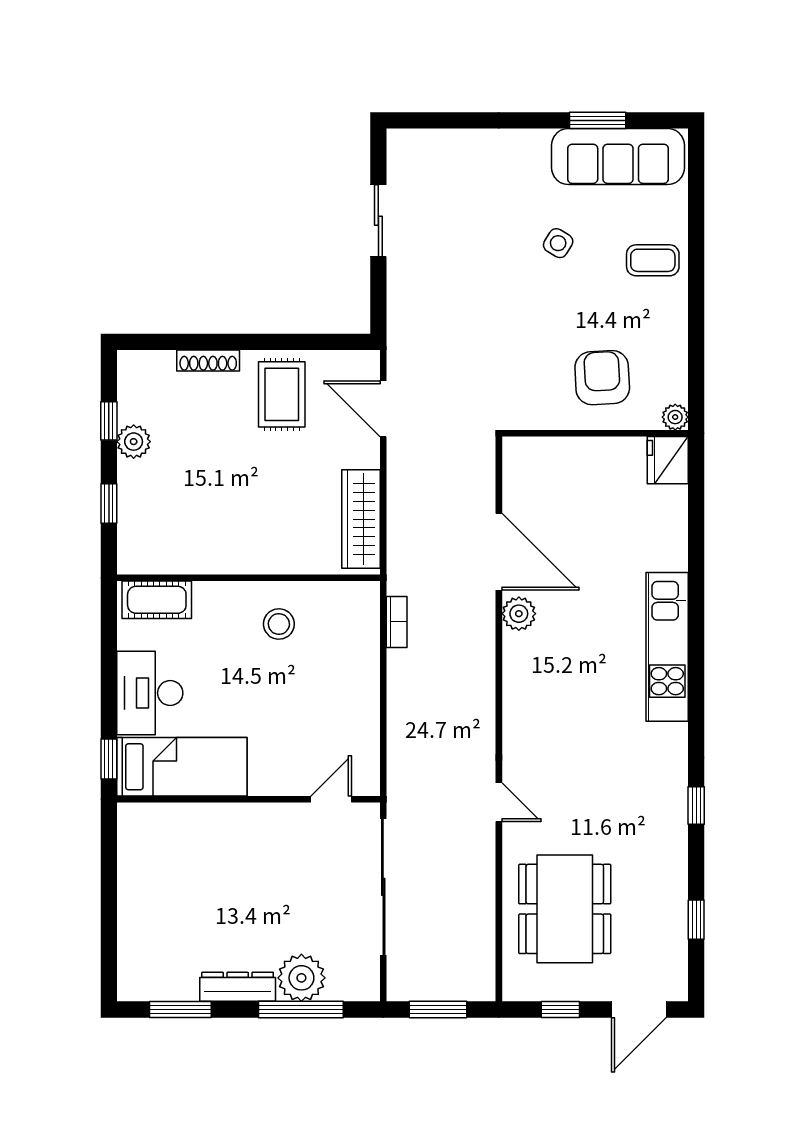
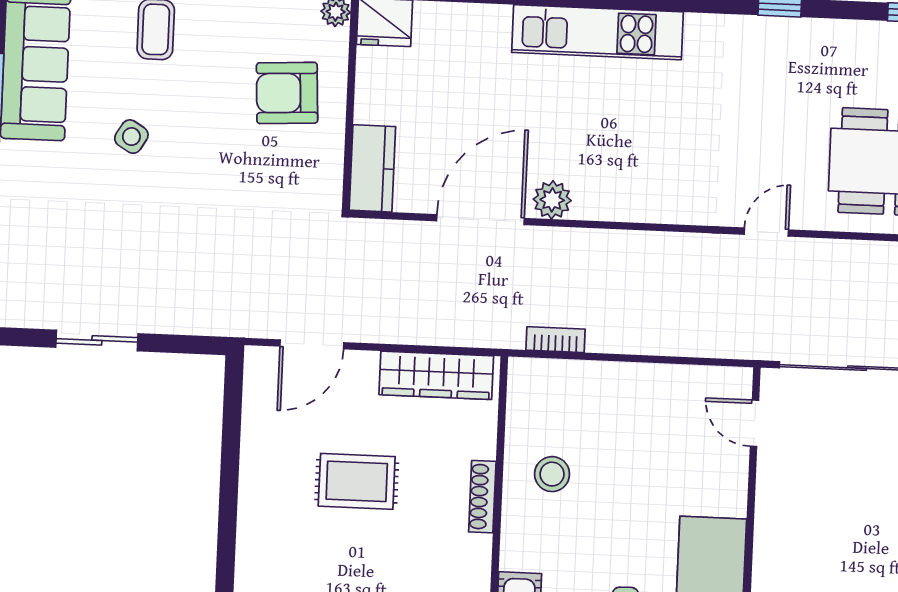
shoe rack: (208, 360) -> (482, 497), moved, turned 180
rug: (282, 394) -> (357, 481), moved
kitchen counter: (539, 455) -> (372, 168), added

